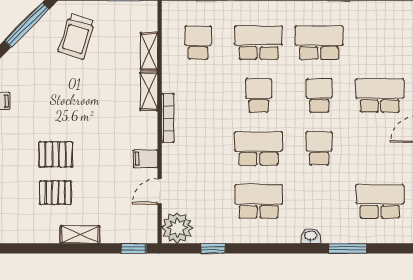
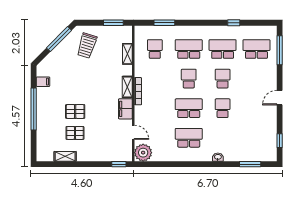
shelving: (149, 91) -> (127, 87), moved
school desk: (380, 96) -> (256, 49), moved
filing cabinet: (145, 159) -> (125, 109), width x2.00
door: (160, 191) -> (133, 132), swing flipped
school desk: (380, 201) -> (256, 138), removed
shelving: (80, 235) -> (65, 156), moved
window: (213, 248) -> (163, 164), removed
window: (348, 248) -> (250, 164), moved

